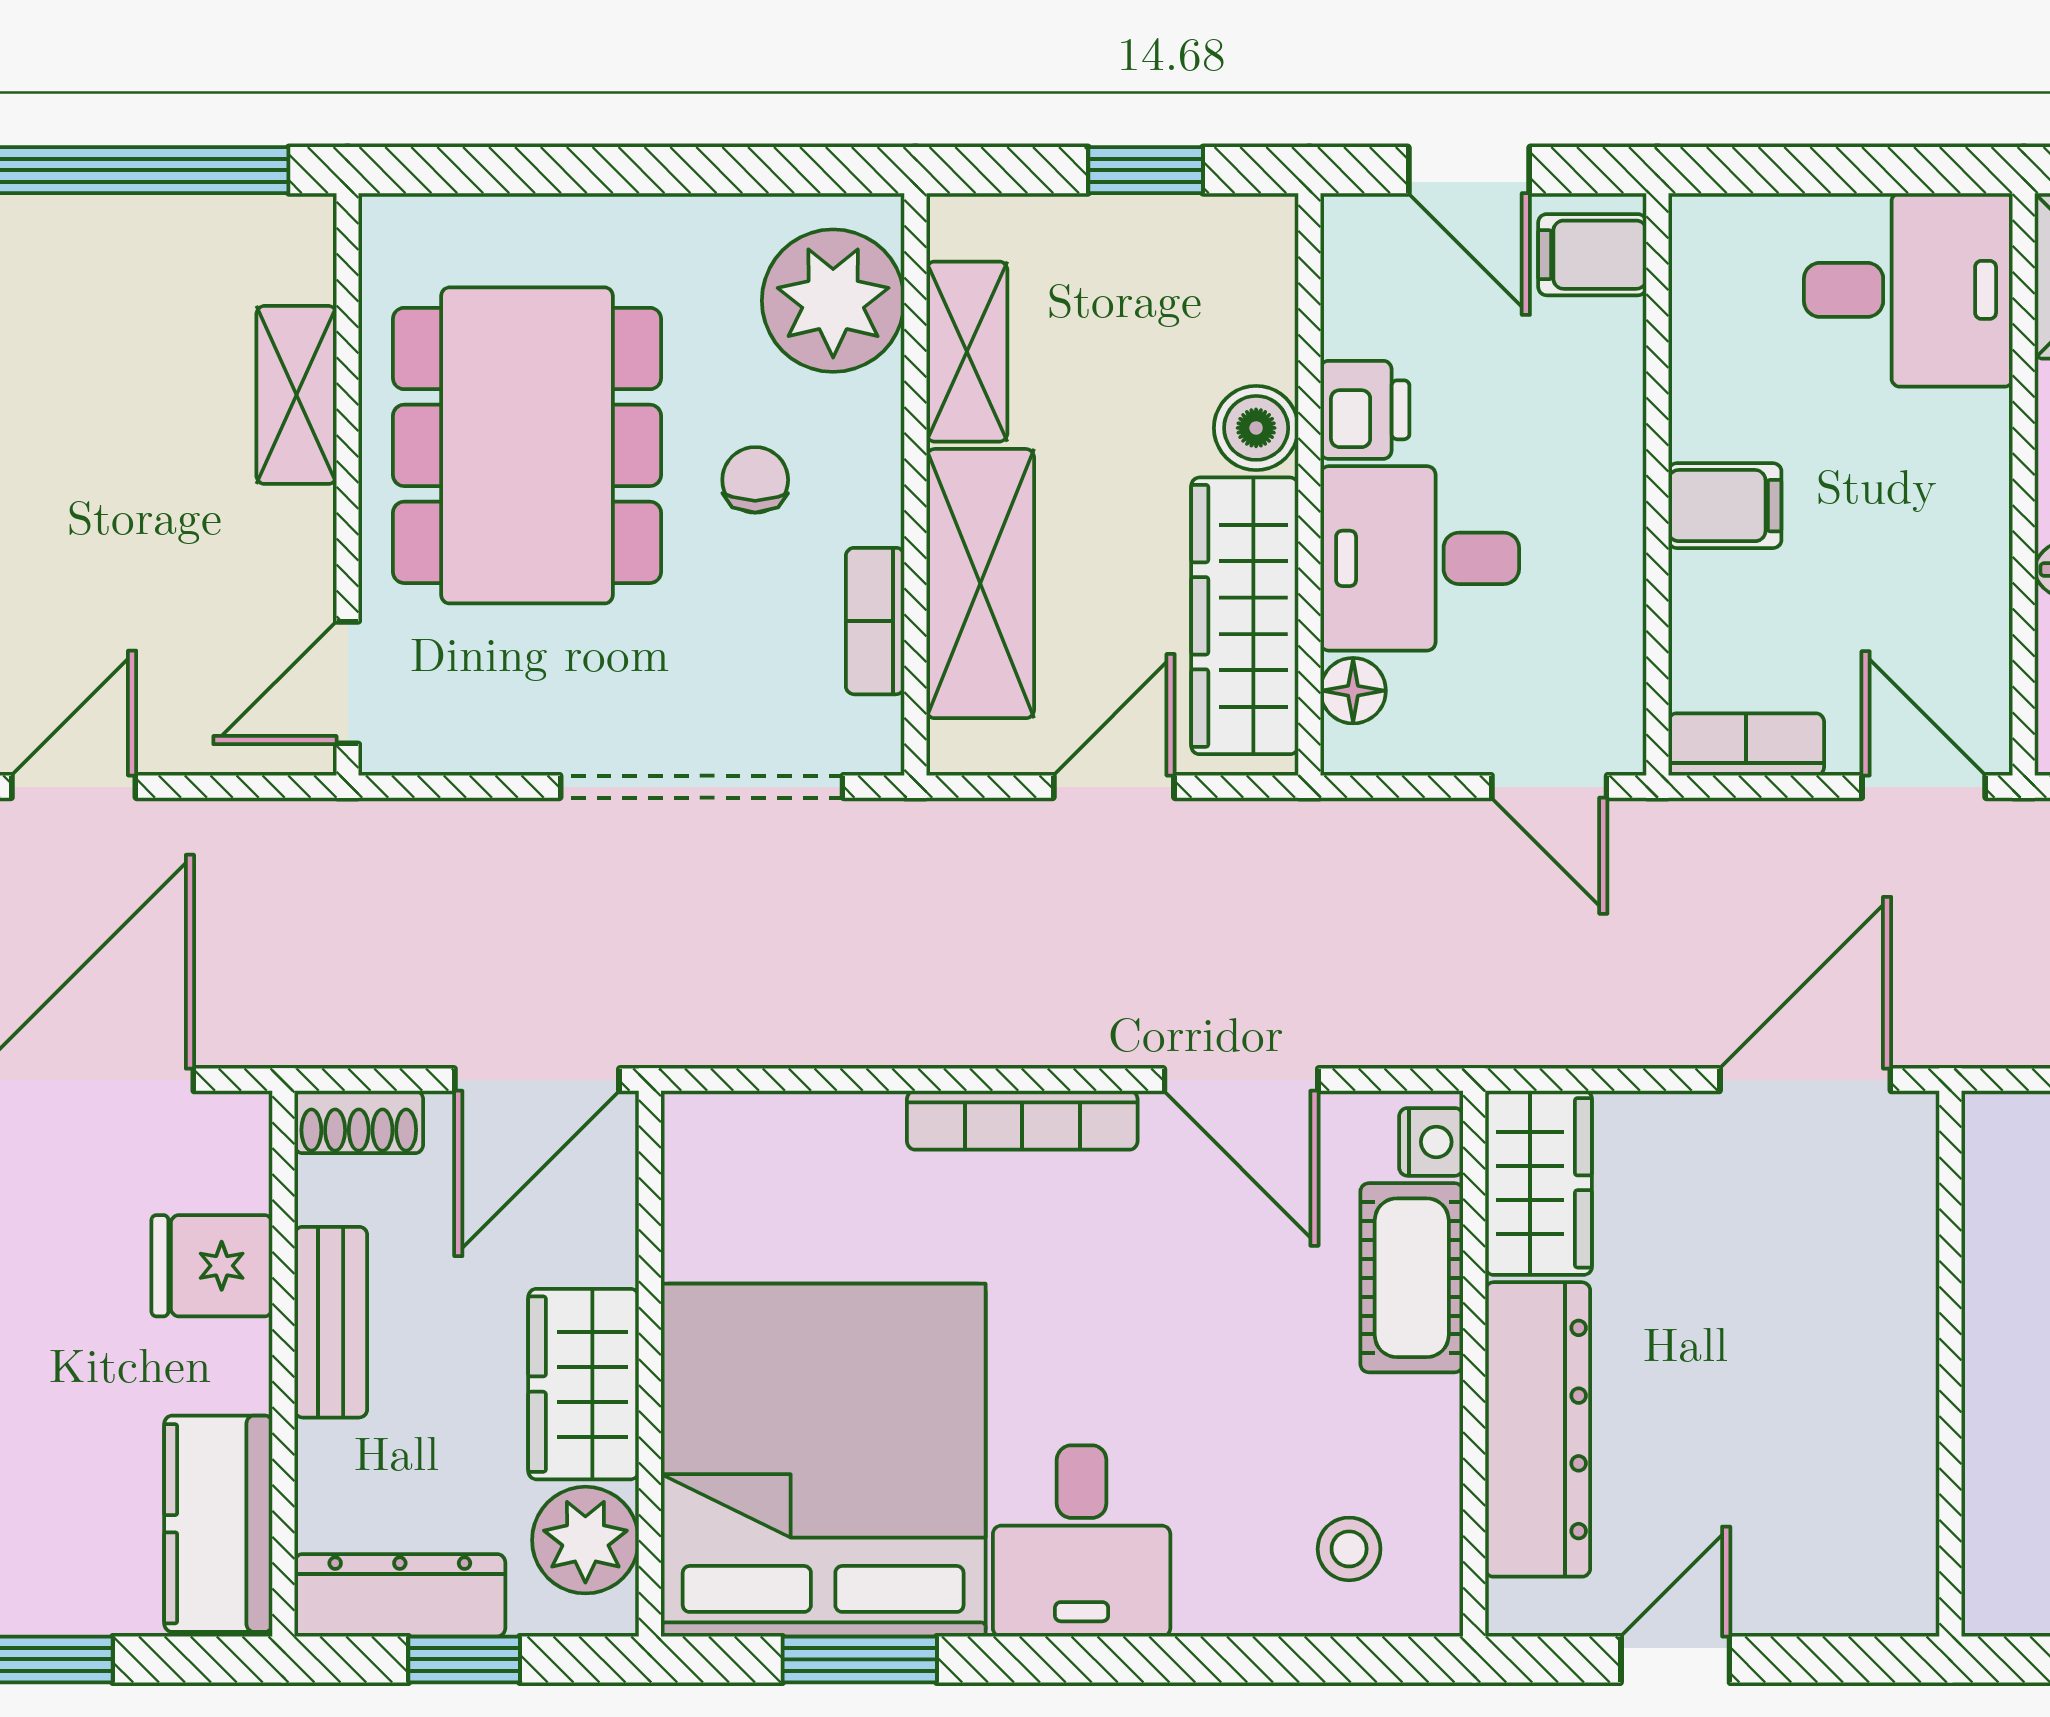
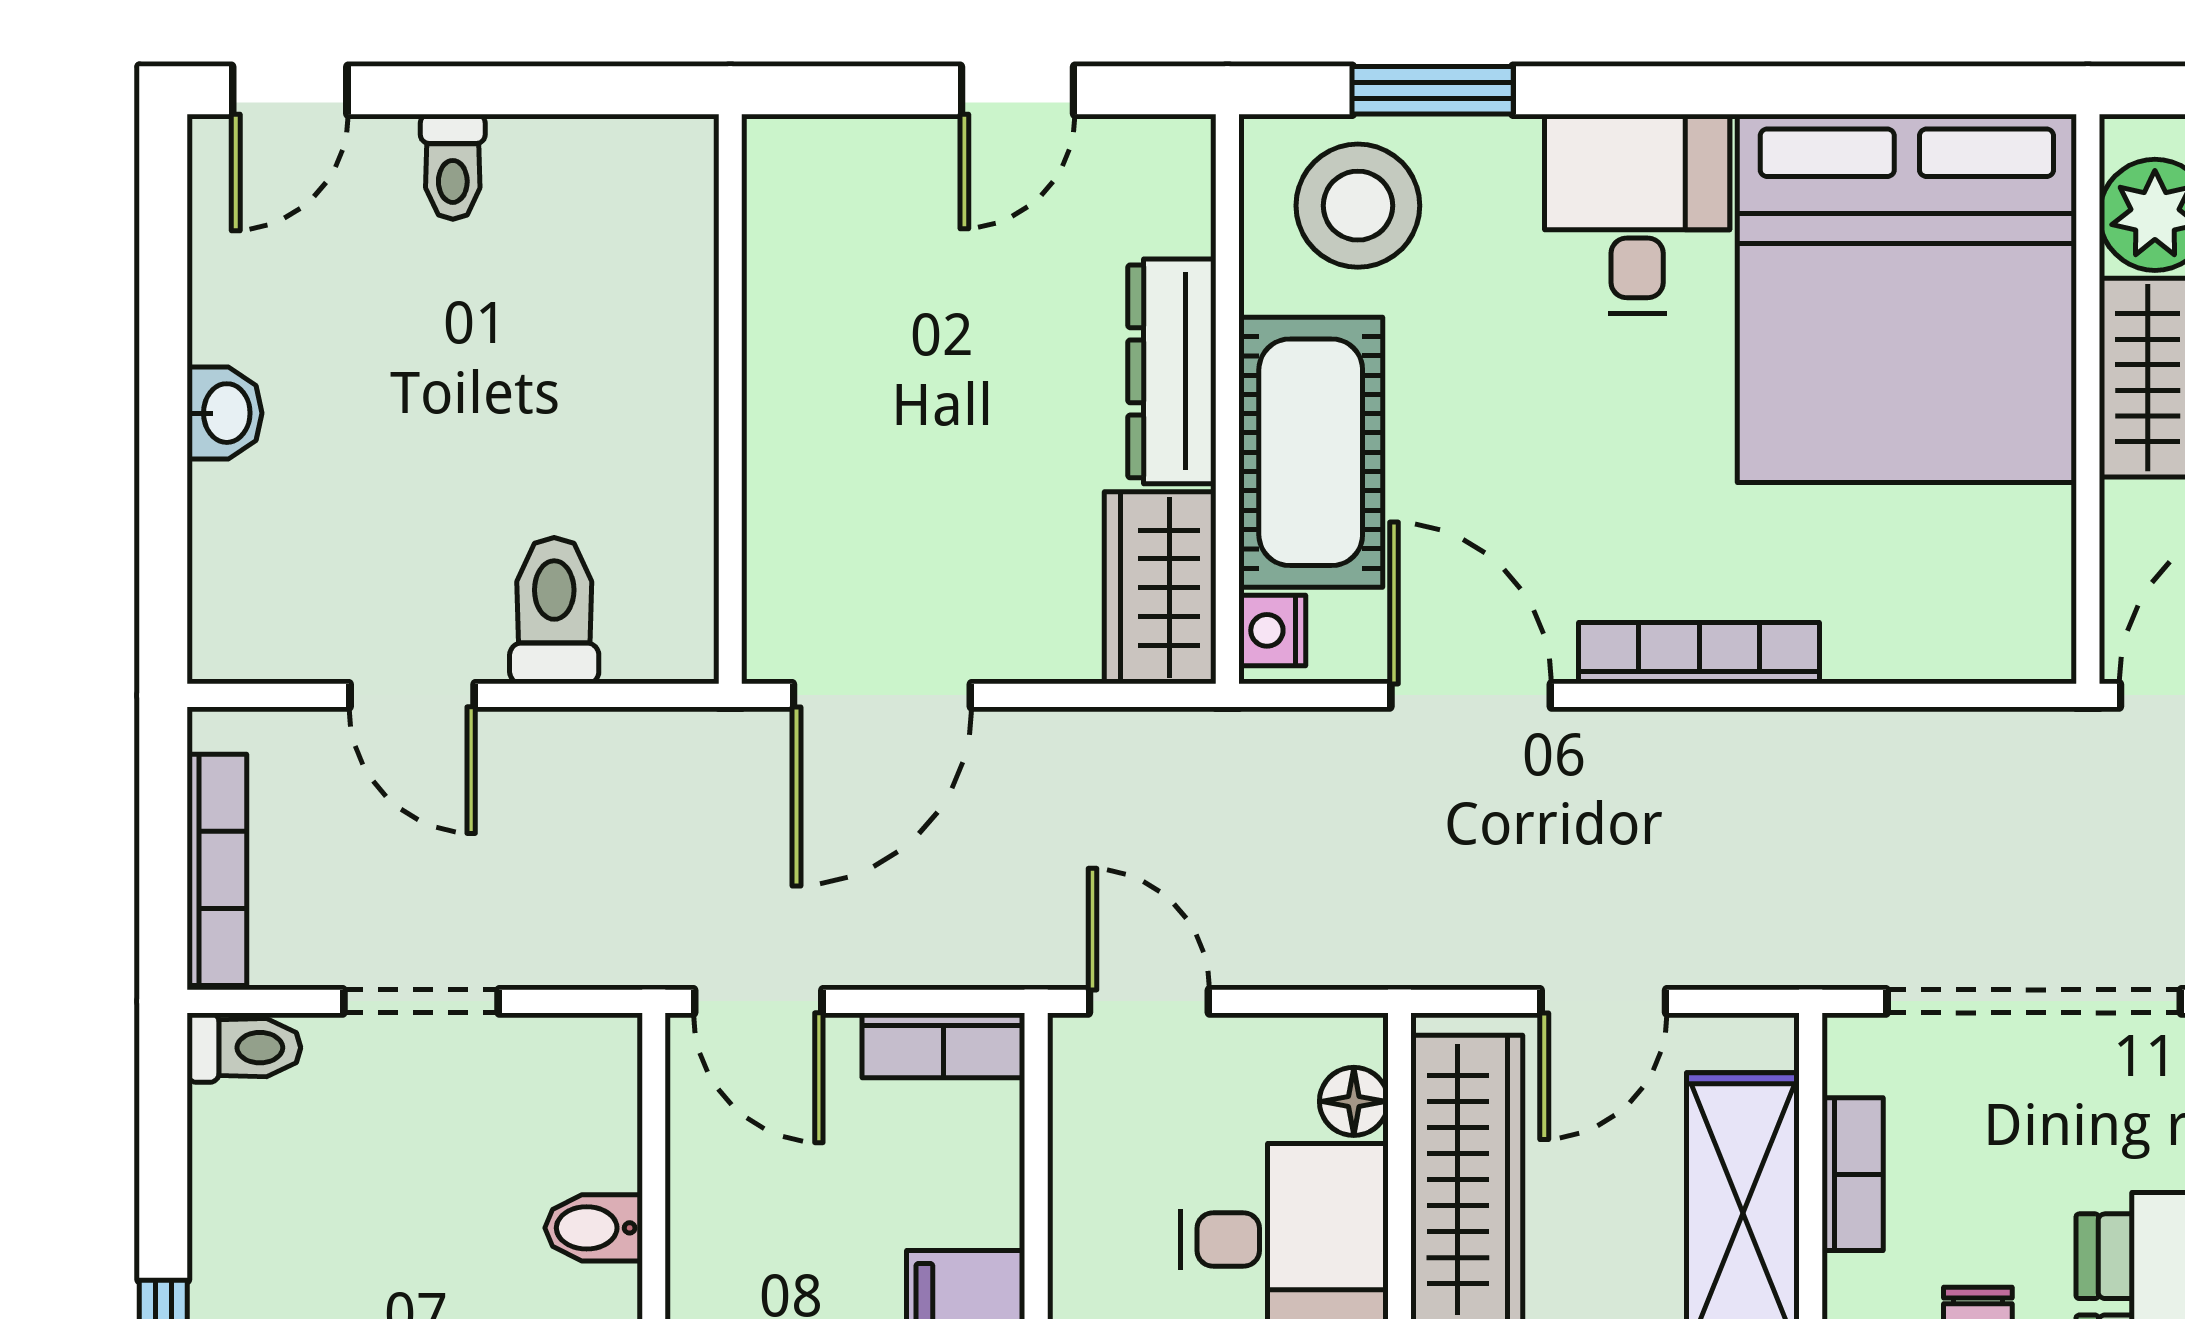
cot: (1412, 1278) -> (1311, 452), width x1.37, depth x1.34
dresser: (1538, 1429) -> (1172, 371), width x0.73, depth x0.80
stool: (1349, 1549) -> (1358, 206), width x1.89, depth x1.89
window: (860, 1659) -> (1433, 90), moved

